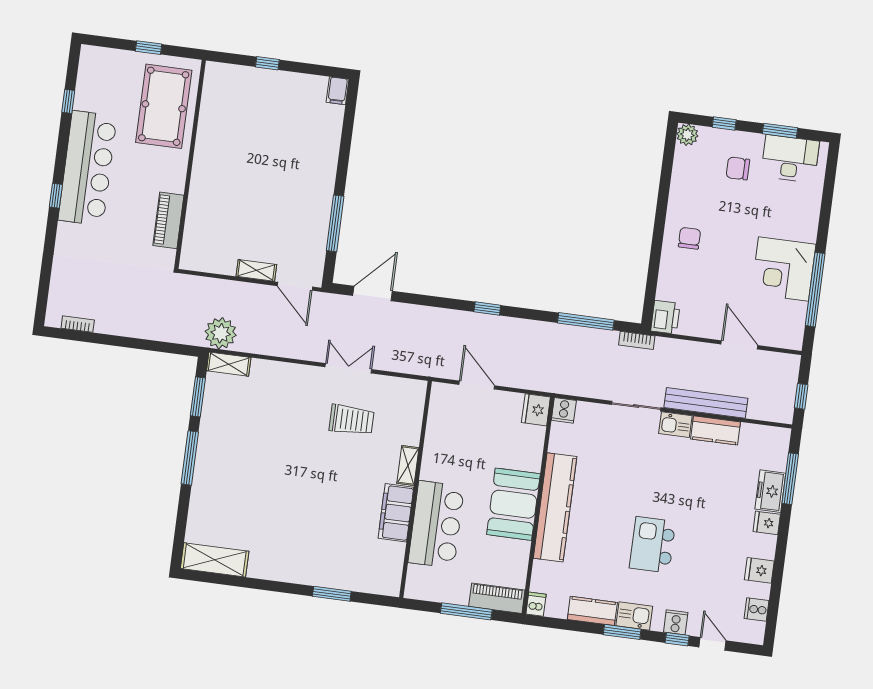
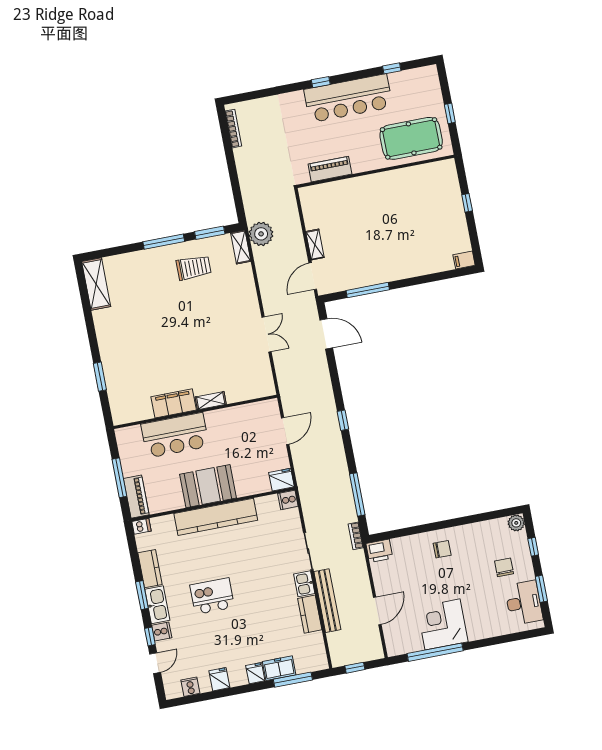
bookcase: (78, 324) -> (233, 129), width x1.56
trolley: (352, 420) -> (194, 268), moved, turned -90
kitchen sink: (634, 616) -> (157, 605), width x1.38

